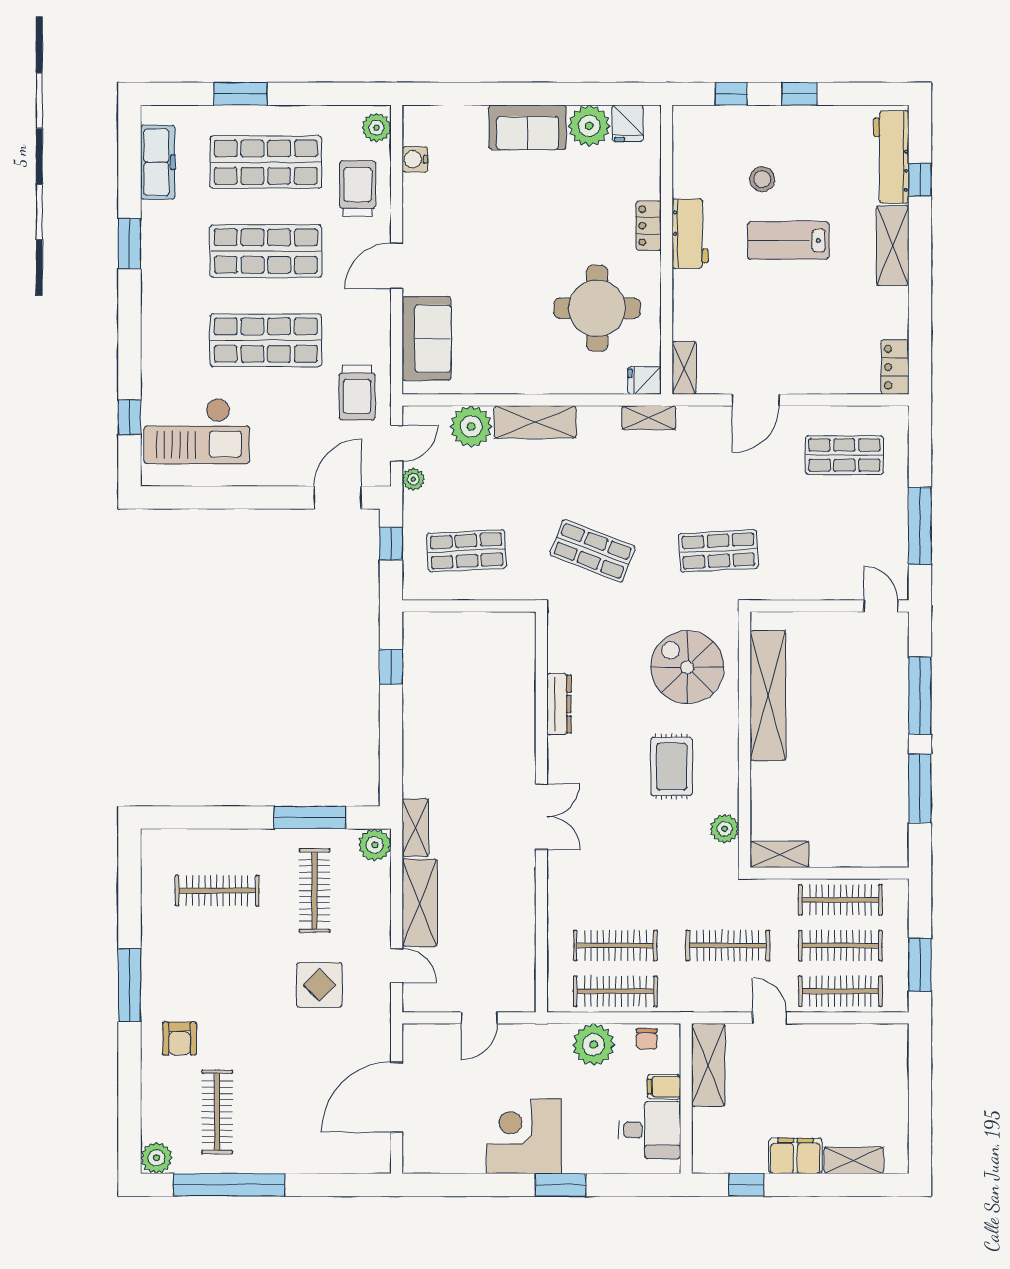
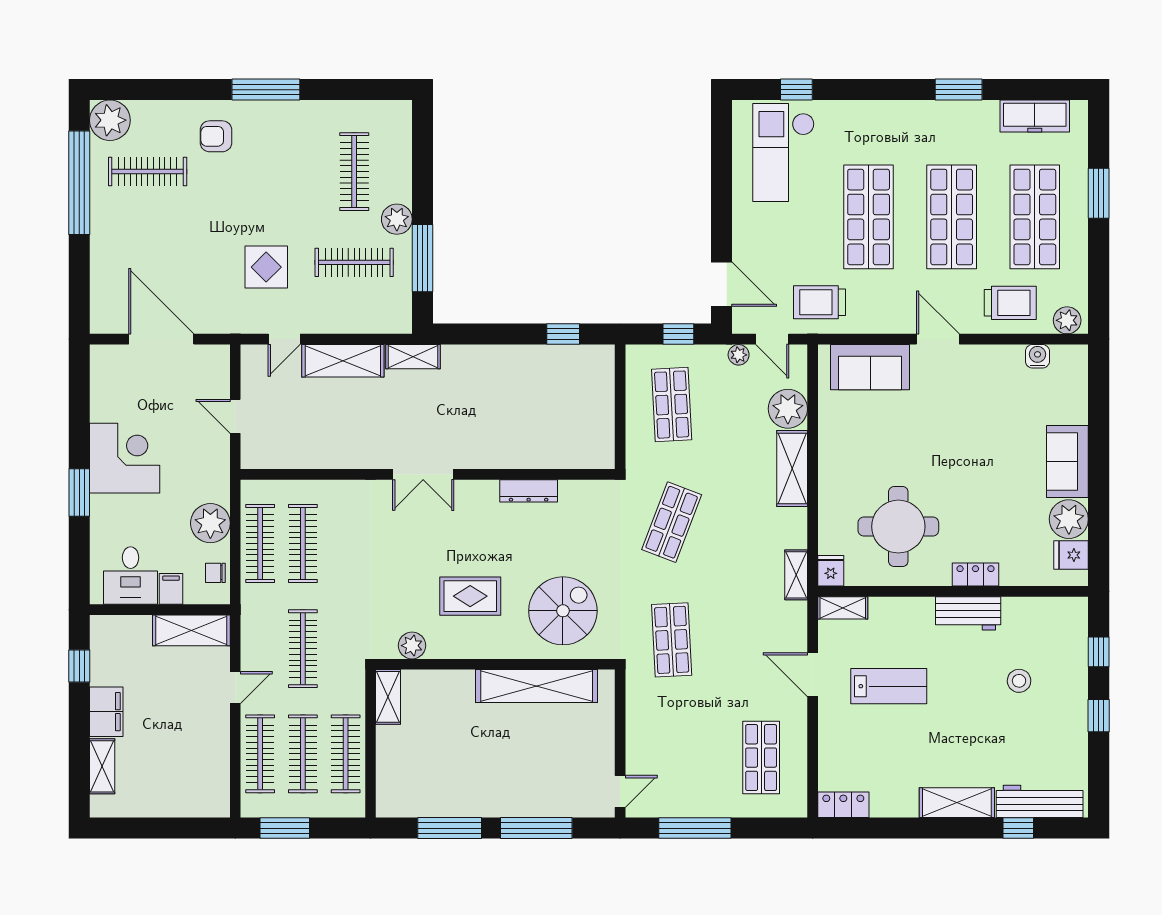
lab bench: (788, 240) -> (889, 686), moved, turned 90
plant: (375, 845) -> (397, 219), moved
plant: (156, 1158) -> (110, 120), width x1.36, depth x1.36

